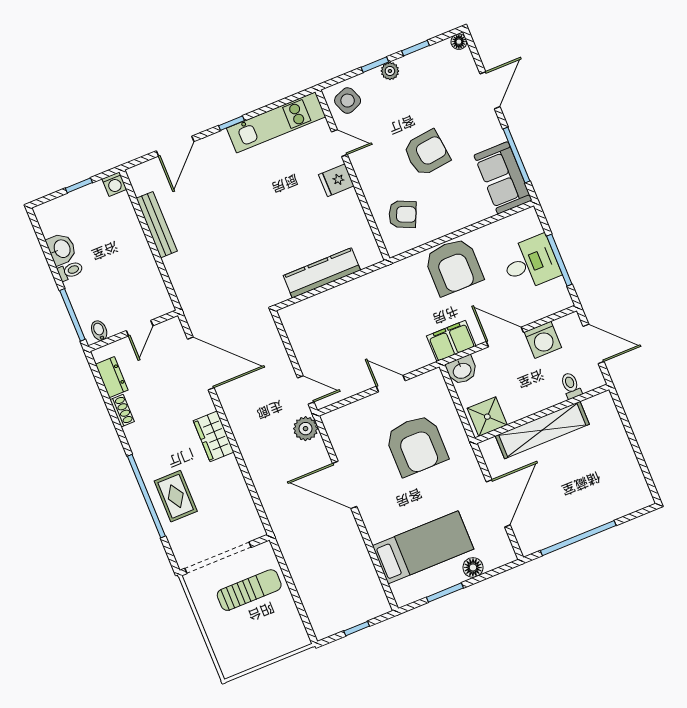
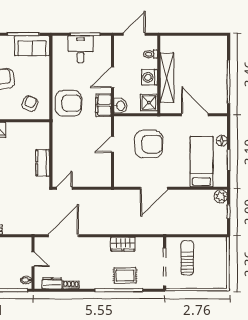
armchair: (454, 267) -> (68, 103), moved
kitchen counter: (322, 273) -> (43, 163), width x0.67
washing machine: (543, 340) -> (149, 77), moved, turned 180
door: (306, 390) -> (64, 188), moved
plant: (306, 429) -> (221, 196), moved
wardrobe: (214, 436) -> (123, 244), moved

